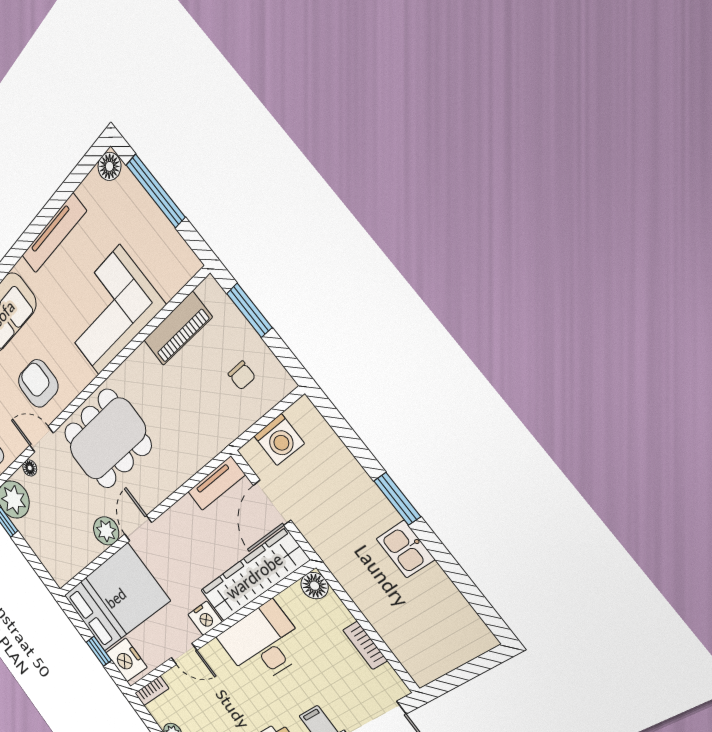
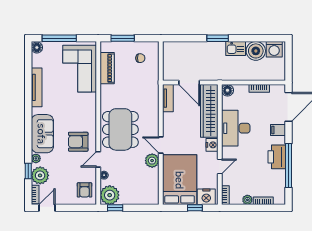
corner sofa: (109, 311) -> (80, 69), moved
washing machine: (279, 440) -> (274, 49), moved, turned 90
boiler: (433, 594) -> (256, 51), added

